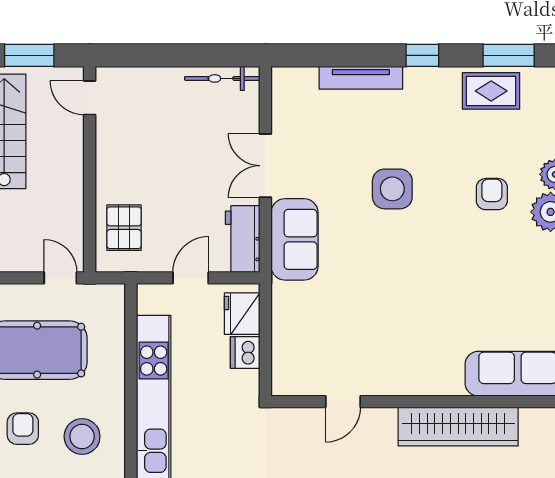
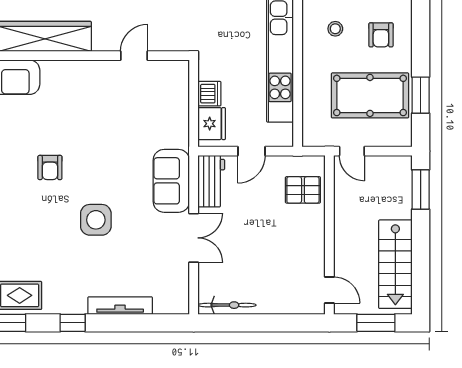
armchair: (492, 194) -> (50, 167), moved
pallet: (124, 228) -> (303, 190), turned 90
stool: (82, 436) -> (335, 29), width x0.53, depth x0.53

